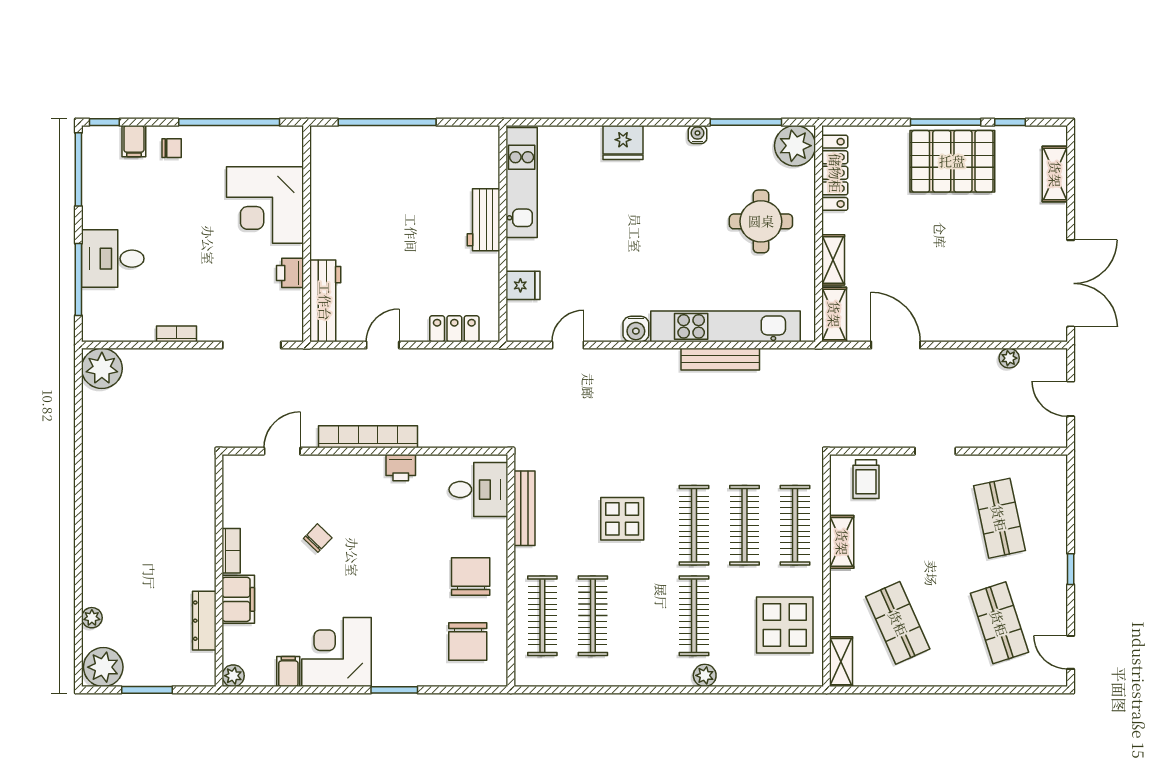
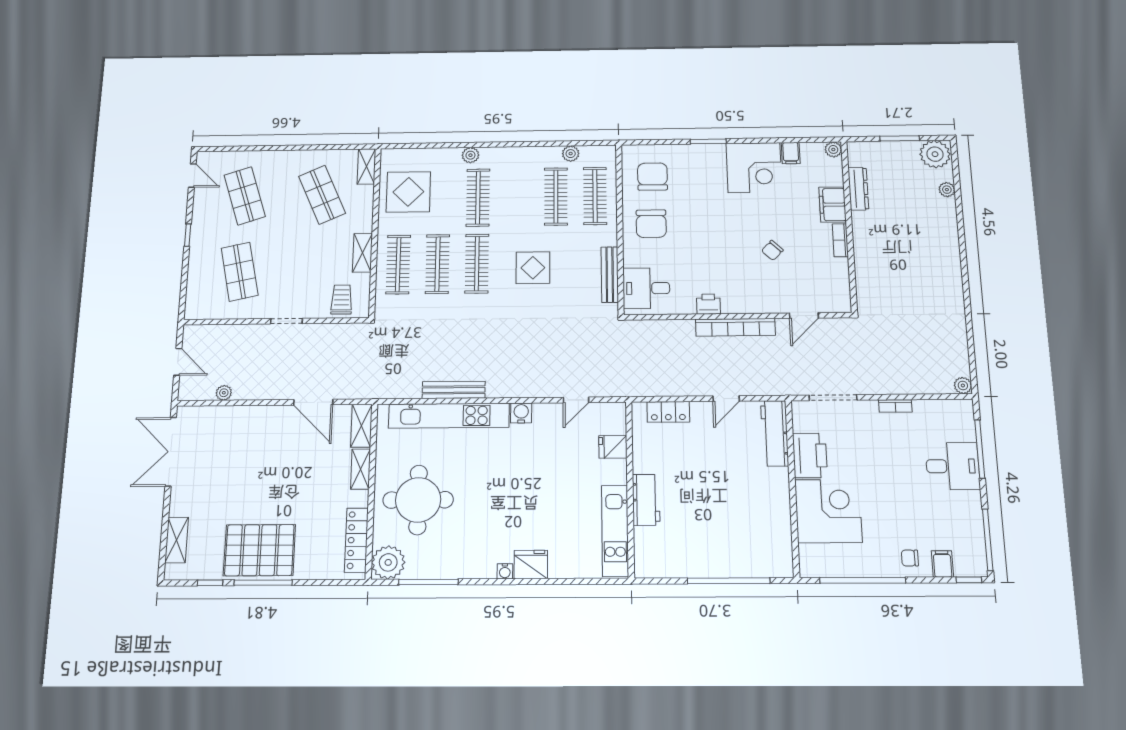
water cooler: (697, 134) -> (505, 571), moved
round table: (761, 221) -> (418, 500), width x1.36, depth x1.36
printer: (290, 273) -> (810, 455), width x1.87, depth x1.48
plant: (102, 368) -> (963, 386), width x0.53, depth x0.53
plant: (574, 676) -> (571, 154), added

